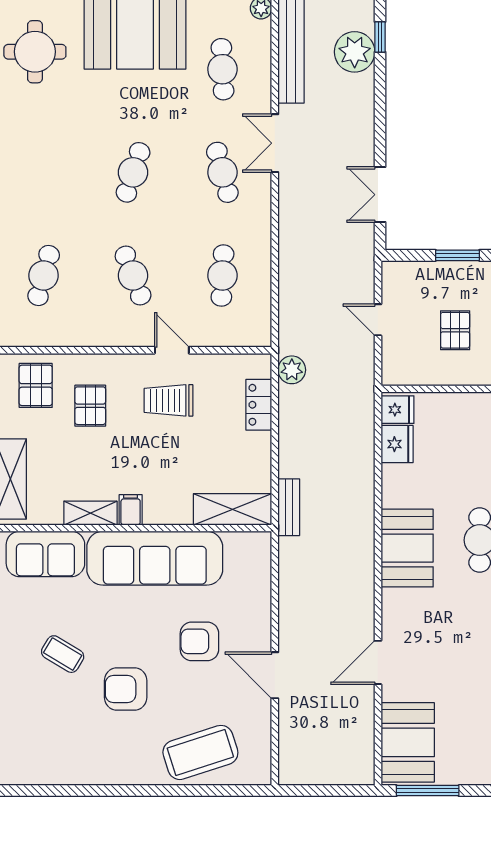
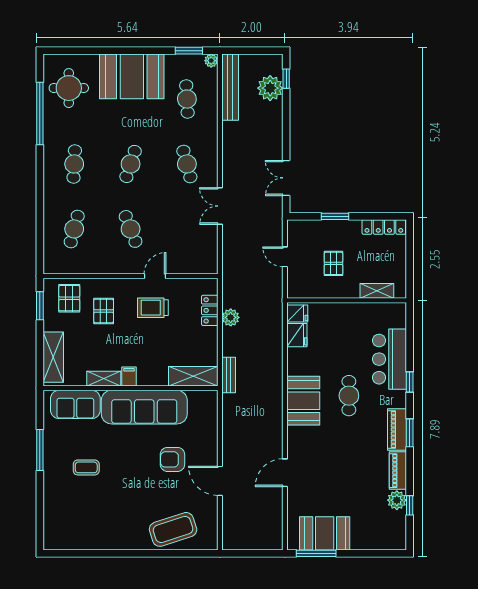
double door: (275, 143) -> (220, 206), moved
cafe table: (222, 275) -> (74, 164), moved
door: (172, 350) -> (155, 276), hinge flipped
plant: (292, 370) -> (231, 317), moved
coffee table: (63, 654) -> (86, 467), turned -31
armchair: (126, 689) -> (126, 489), removed
booth: (408, 742) -> (325, 533), moved, turned 90

